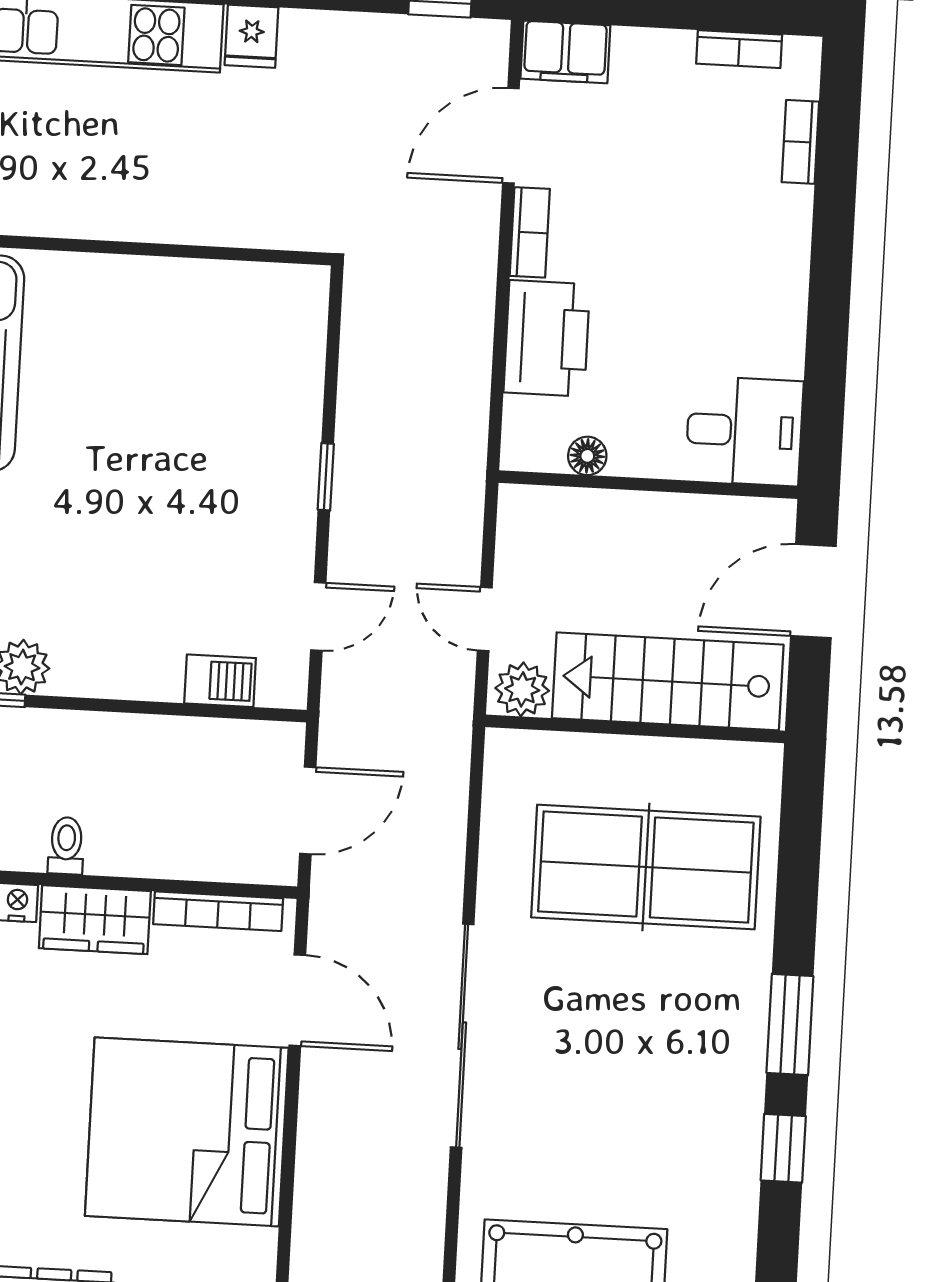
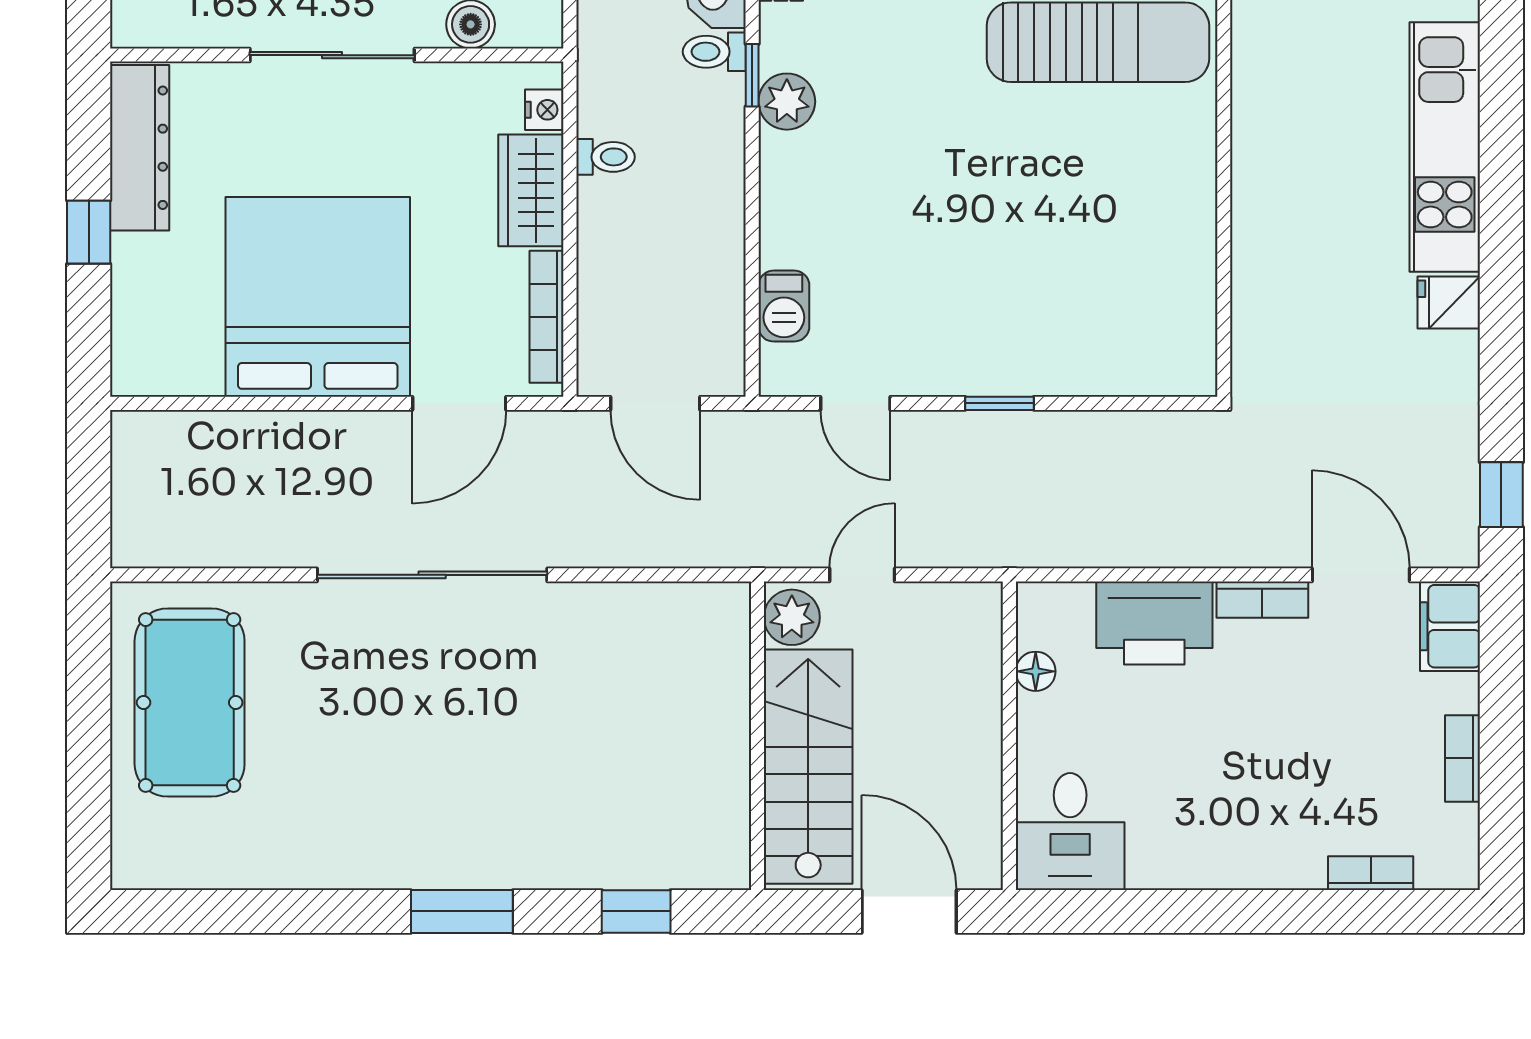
bookcase: (739, 49) -> (1463, 758), moved
table tennis table: (646, 867) -> (616, 754), removed
window: (783, 1148) -> (636, 911), moved

